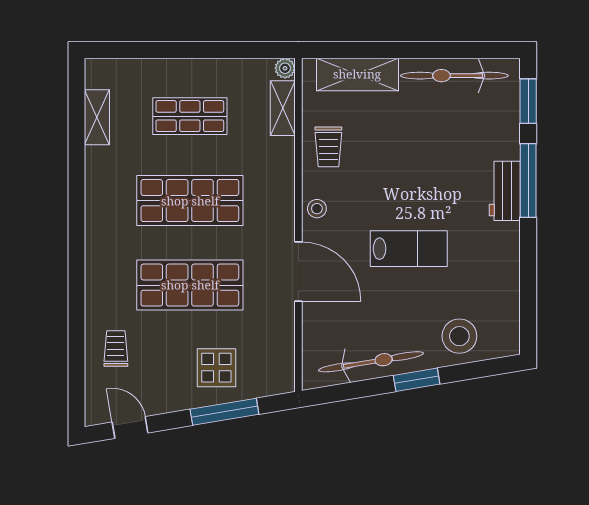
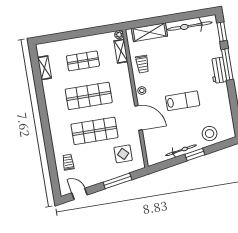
bicycle: (371, 362) -> (181, 150), width x0.73, depth x0.71
display table: (216, 368) -> (123, 154), moved

